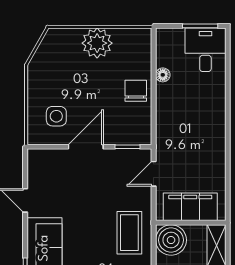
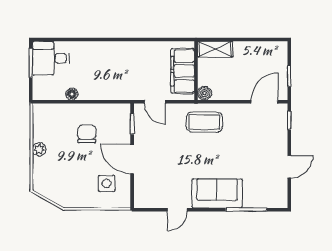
plant: (97, 43) -> (39, 149), width x0.53, depth x0.53
chair: (136, 91) -> (87, 134), moved, turned 90
boiler: (171, 240) -> (204, 93), width x0.54, depth x0.54

